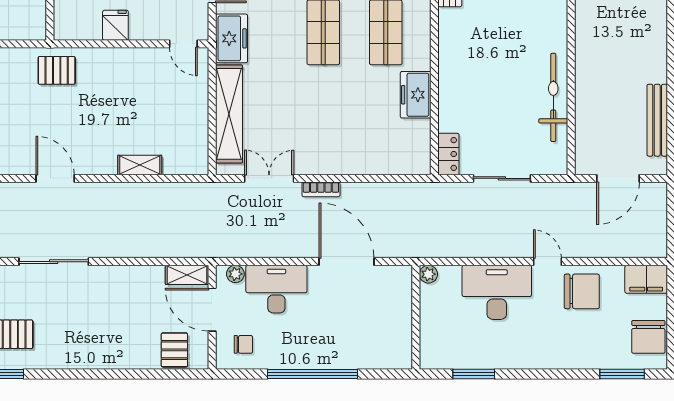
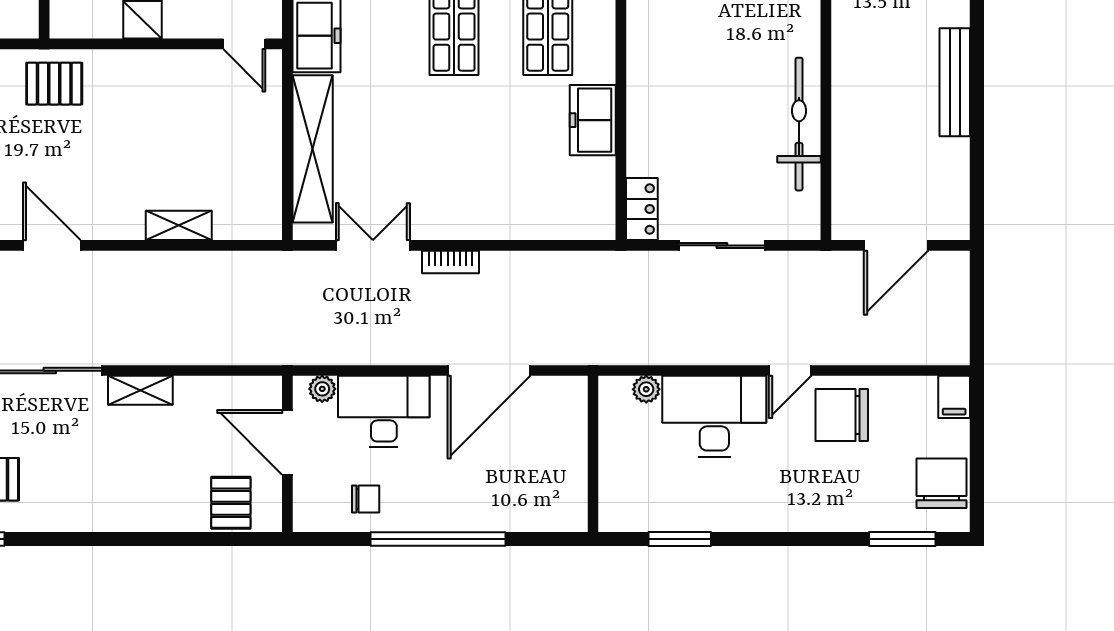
bench: (657, 120) -> (955, 82), moved
door: (347, 262) -> (489, 371), swing flipped
door: (547, 262) -> (790, 371), swing flipped
plant: (428, 274) -> (646, 389), moved
shelving: (187, 275) -> (140, 390), moved
filing cabinet: (646, 279) -> (954, 397), width x0.50
chair: (582, 291) -> (842, 415), turned 180
chair: (648, 337) -> (942, 483), turned 180
chair: (243, 344) -> (366, 499), moved

